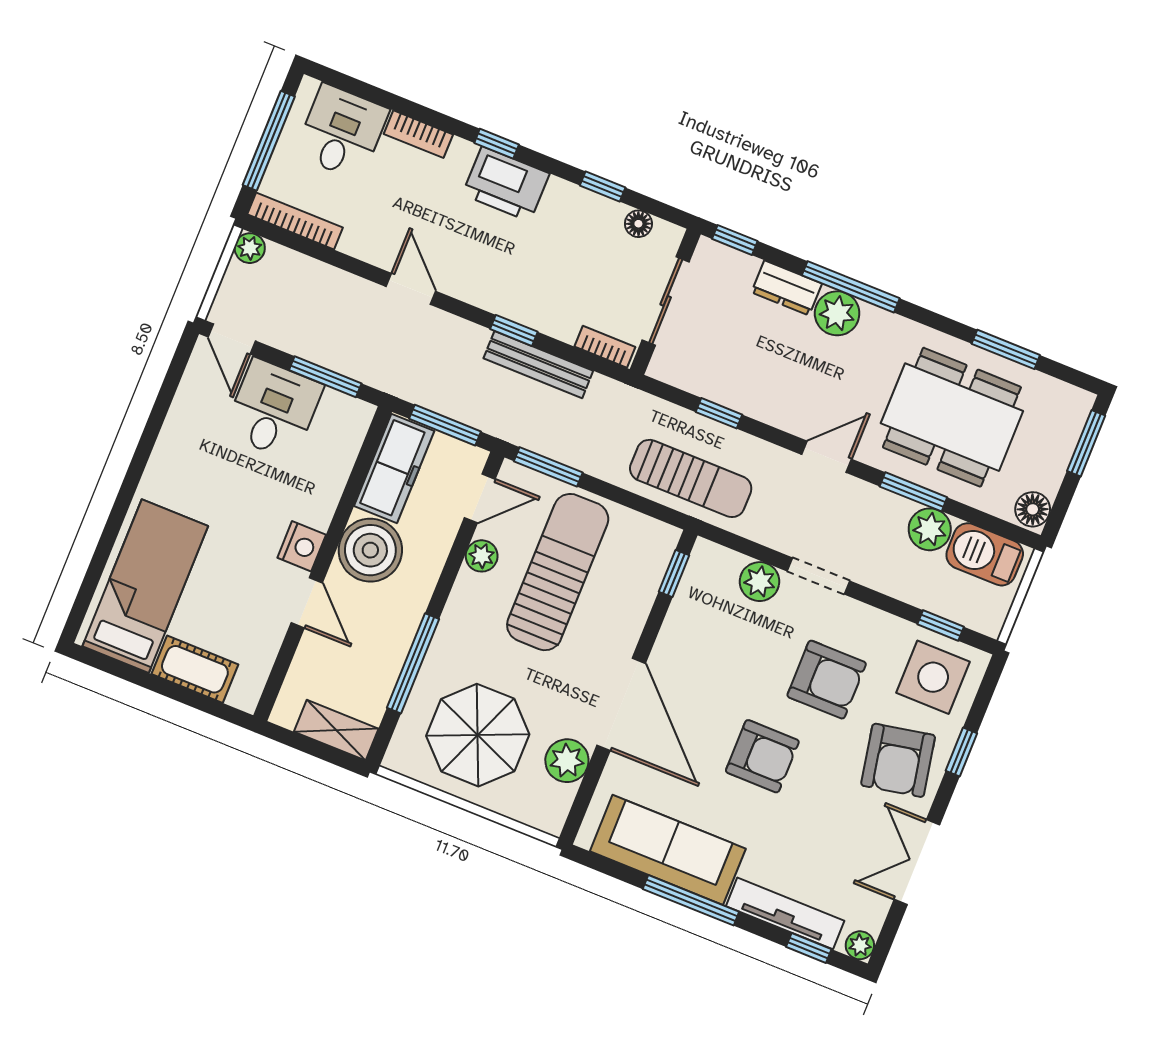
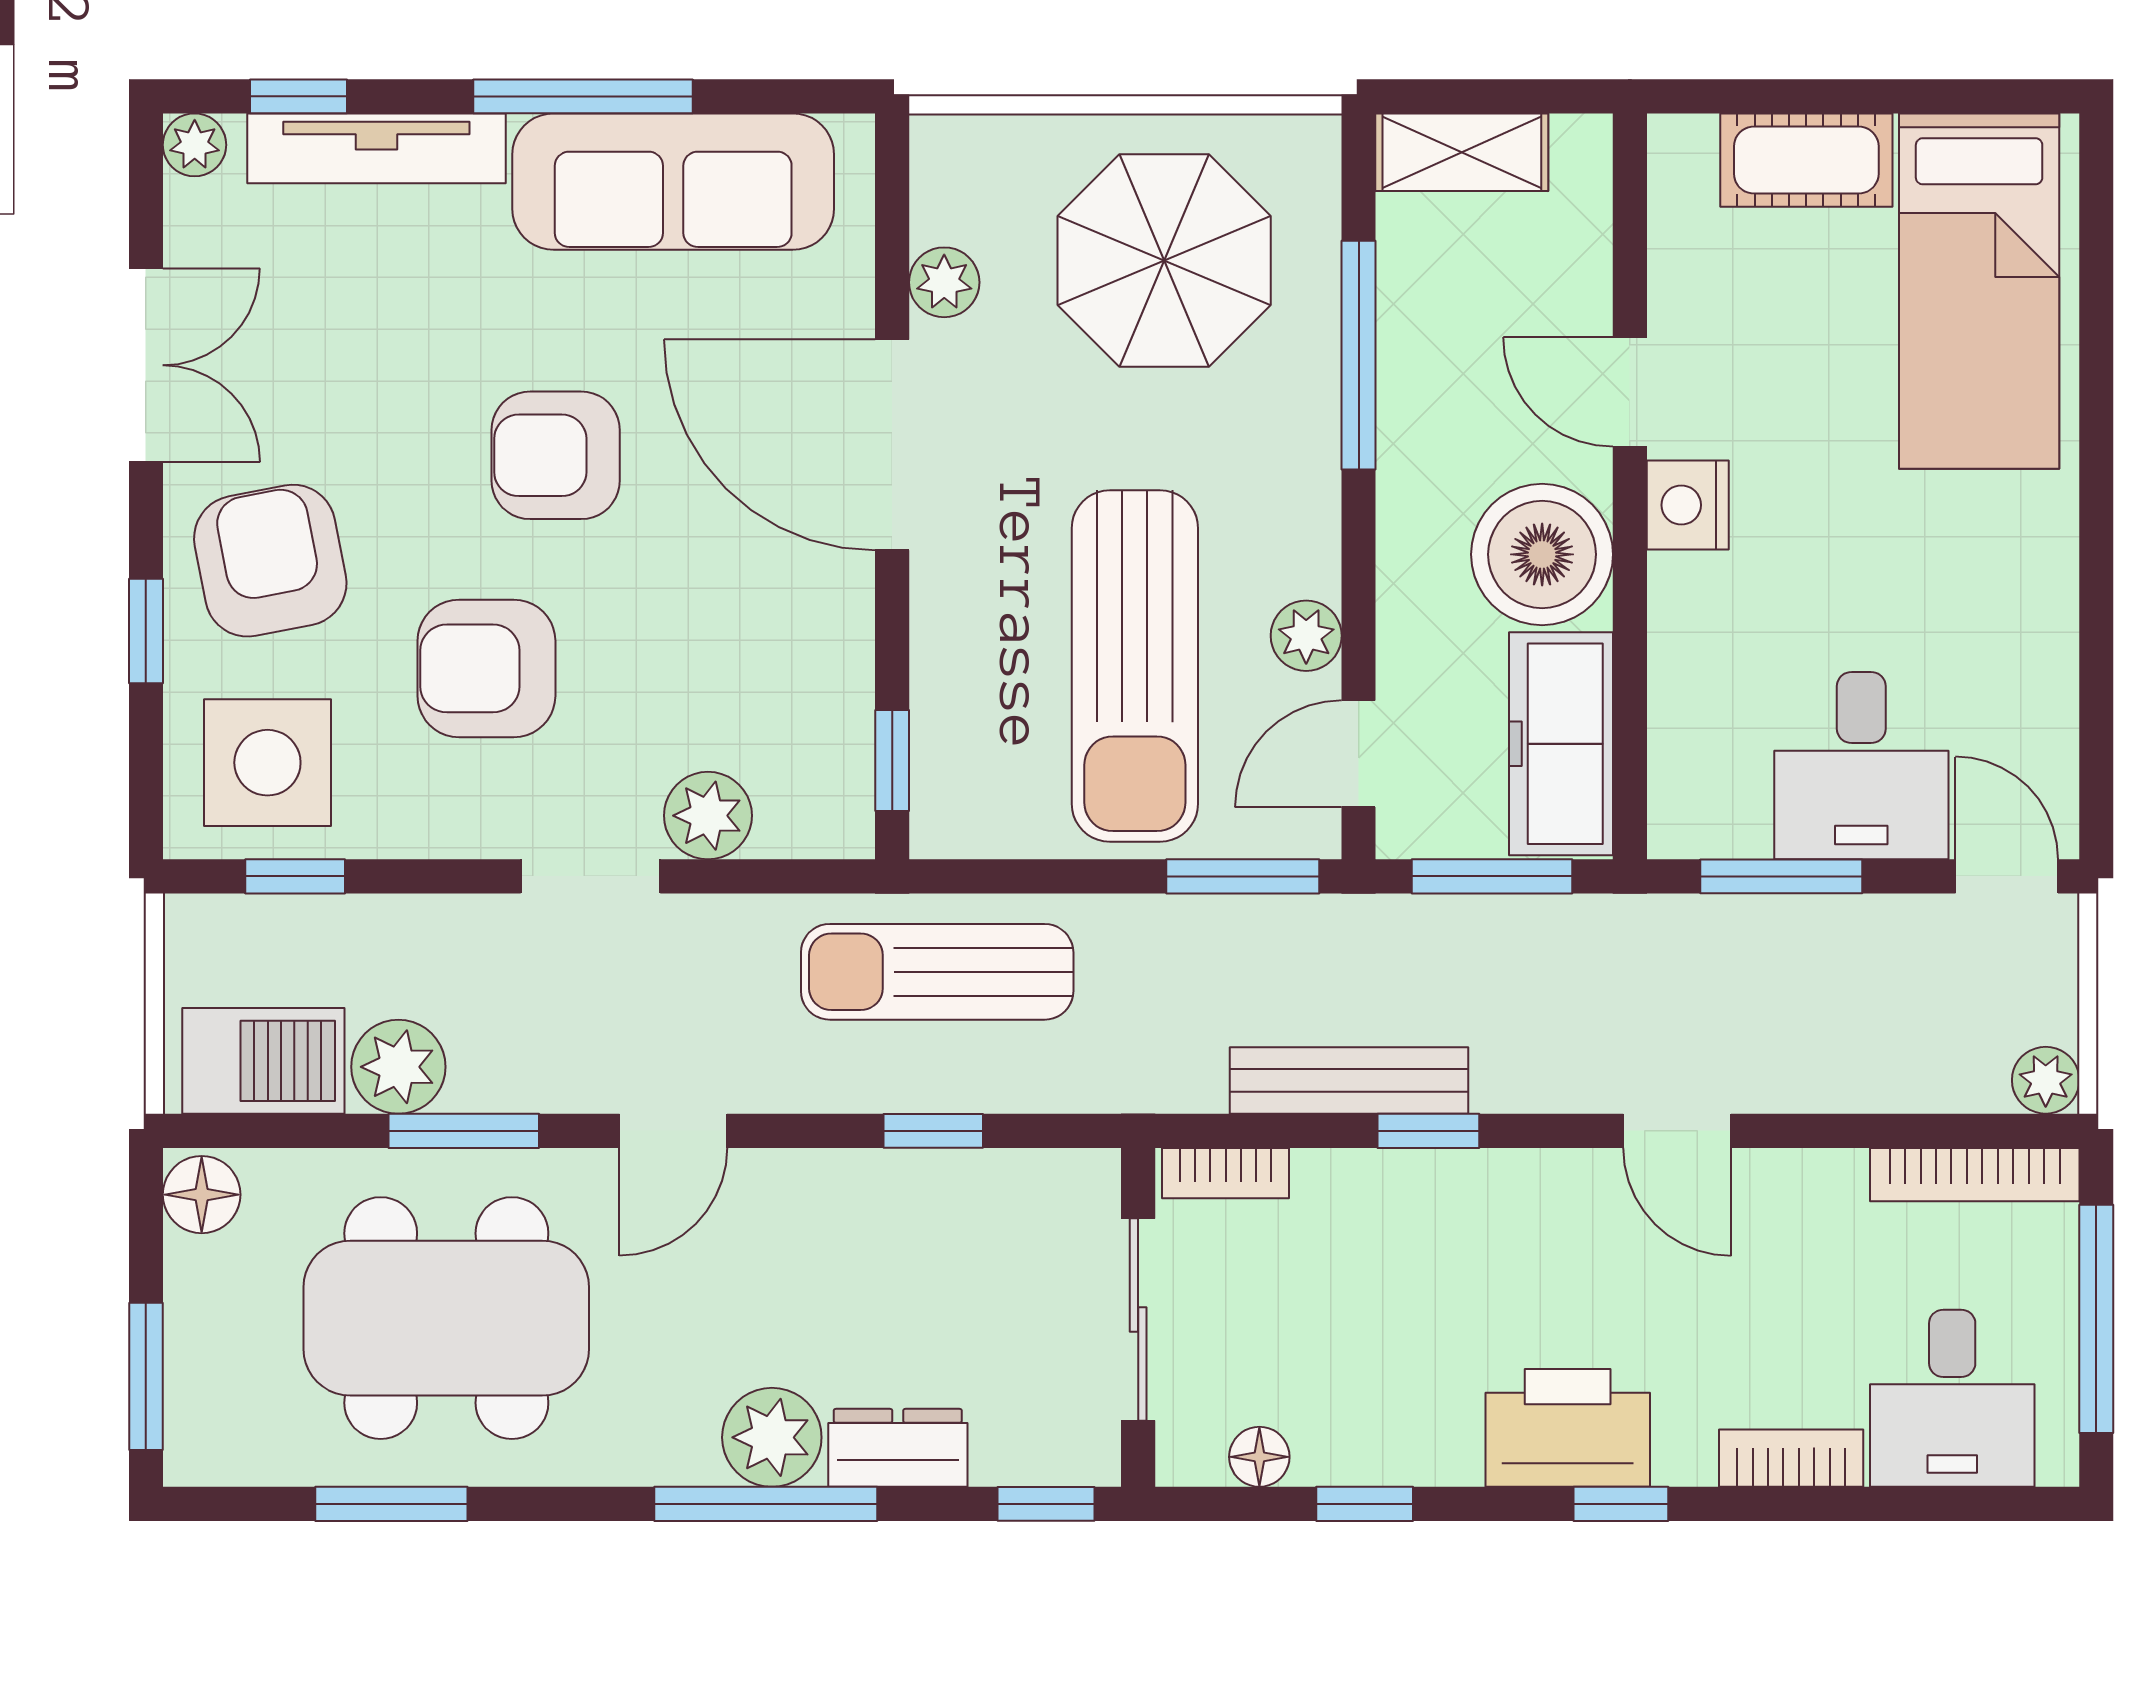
plant: (567, 761) -> (944, 282), width x0.73, depth x0.73

